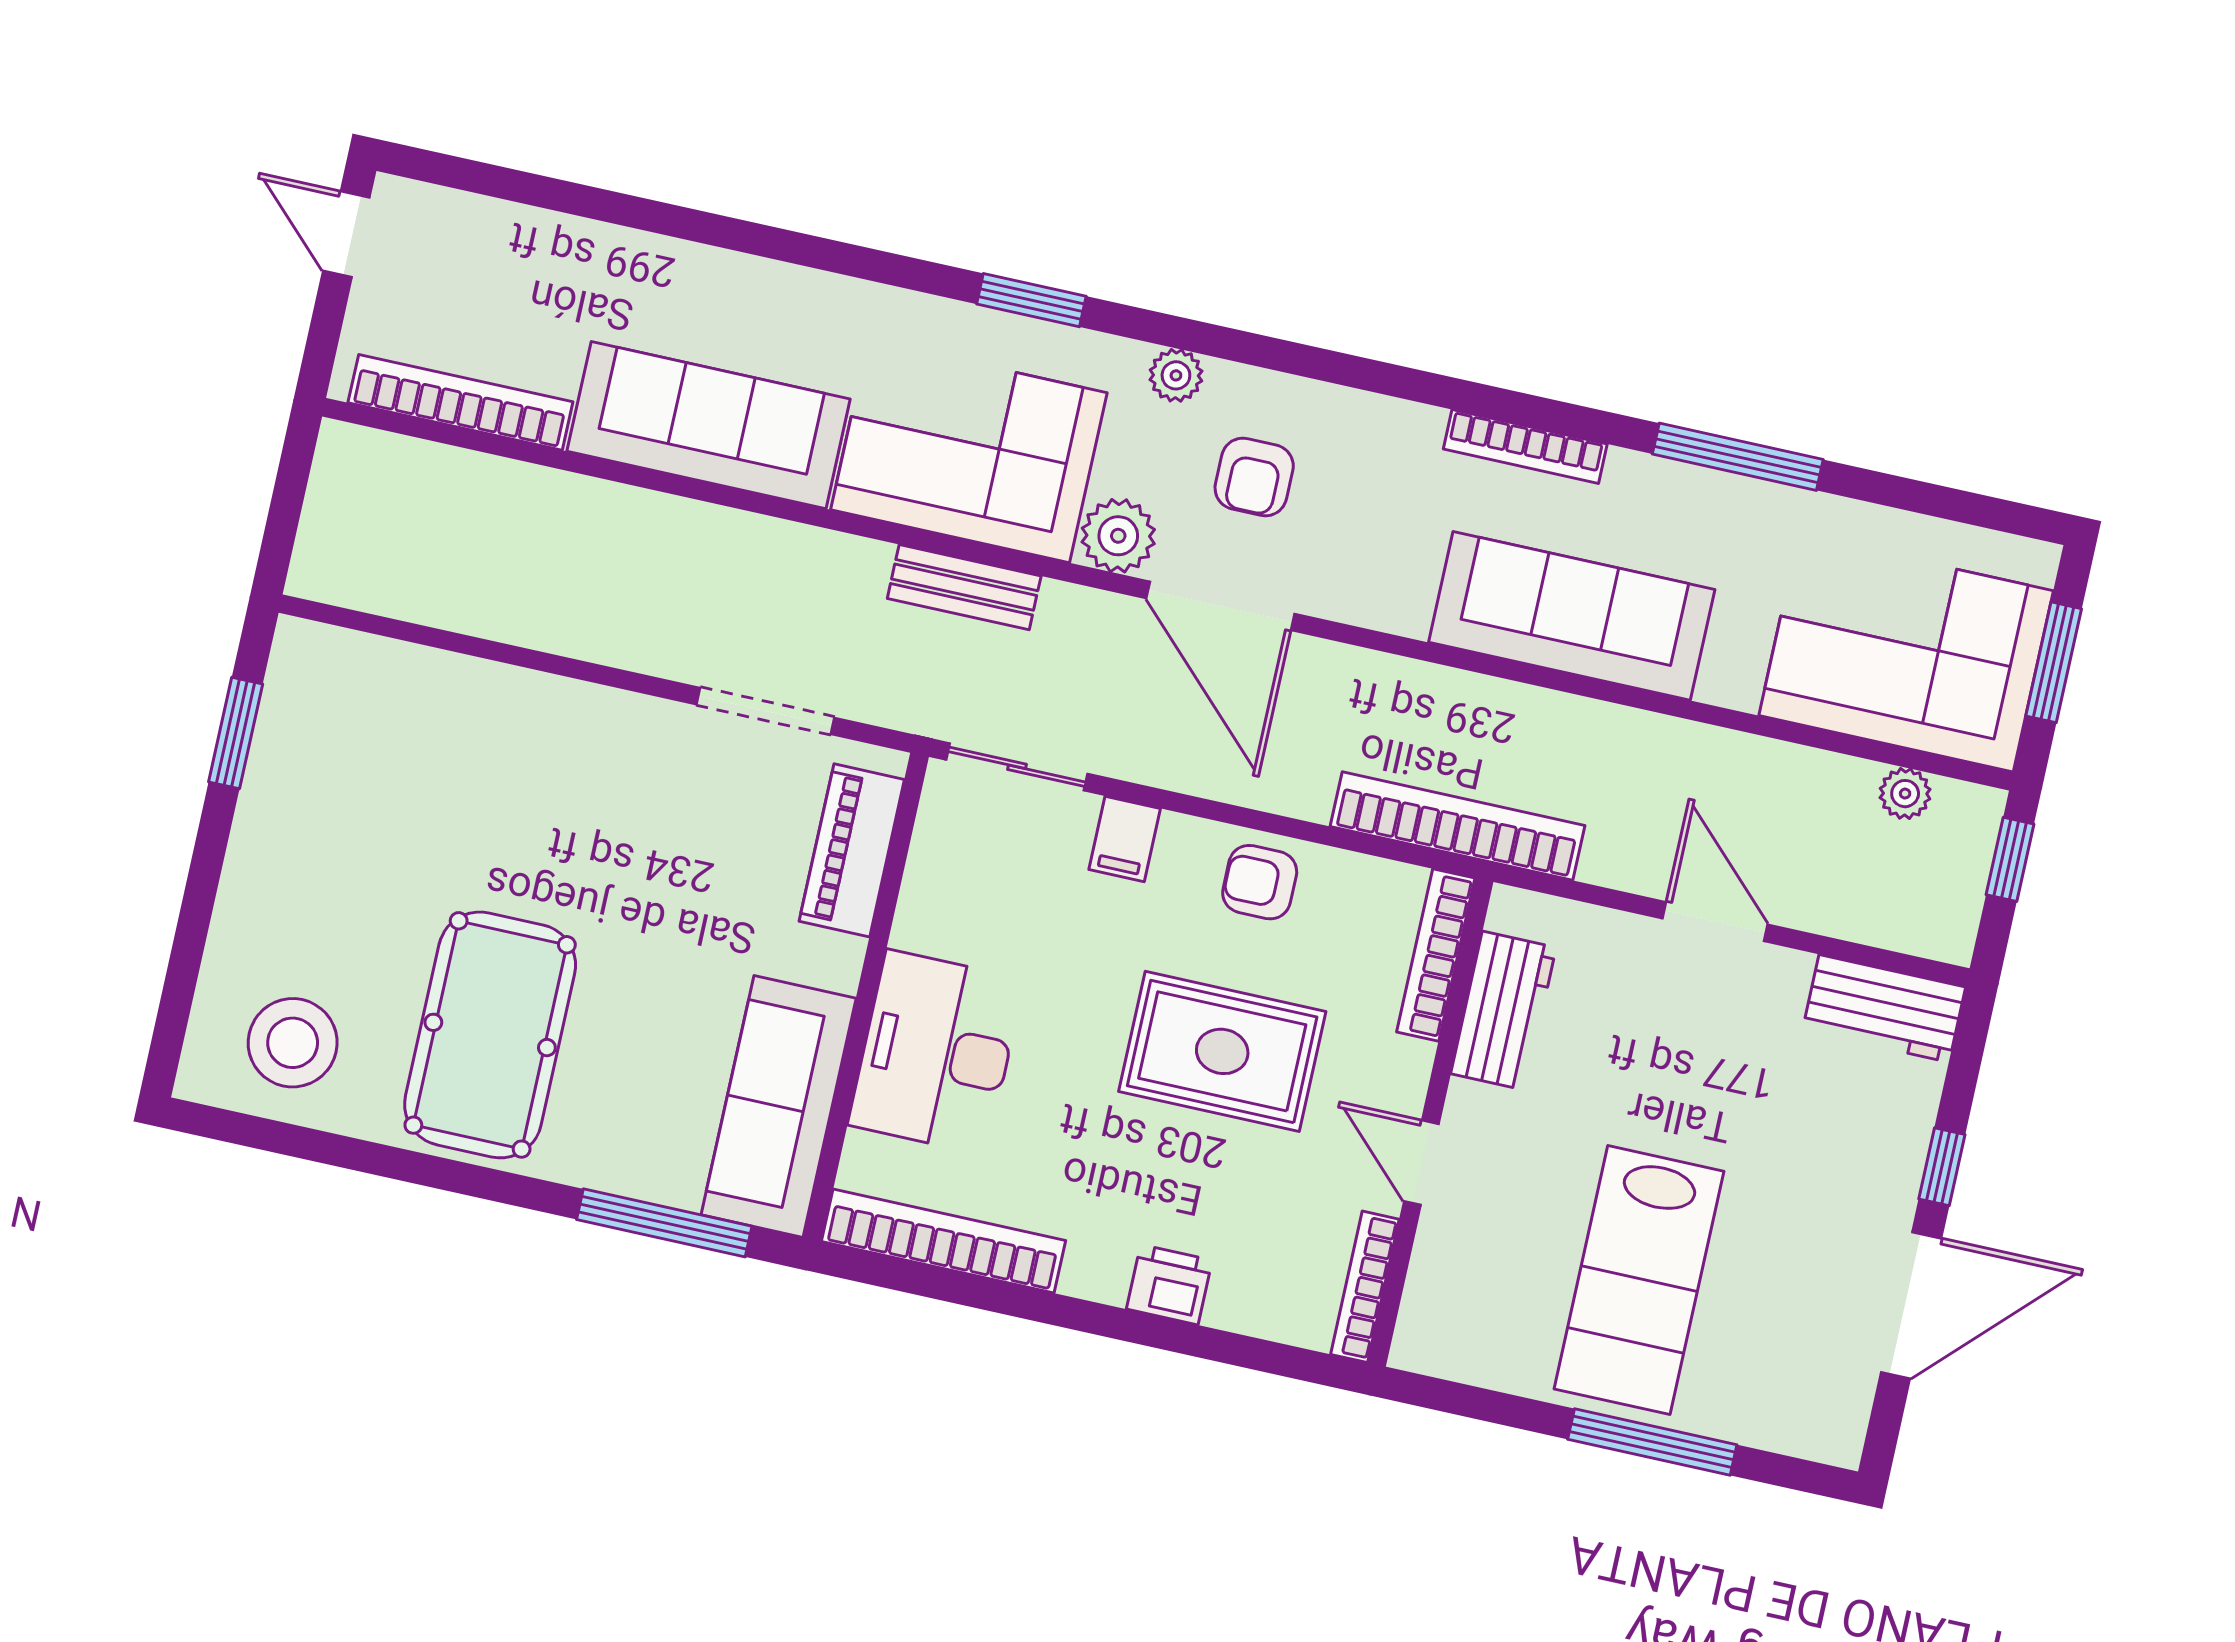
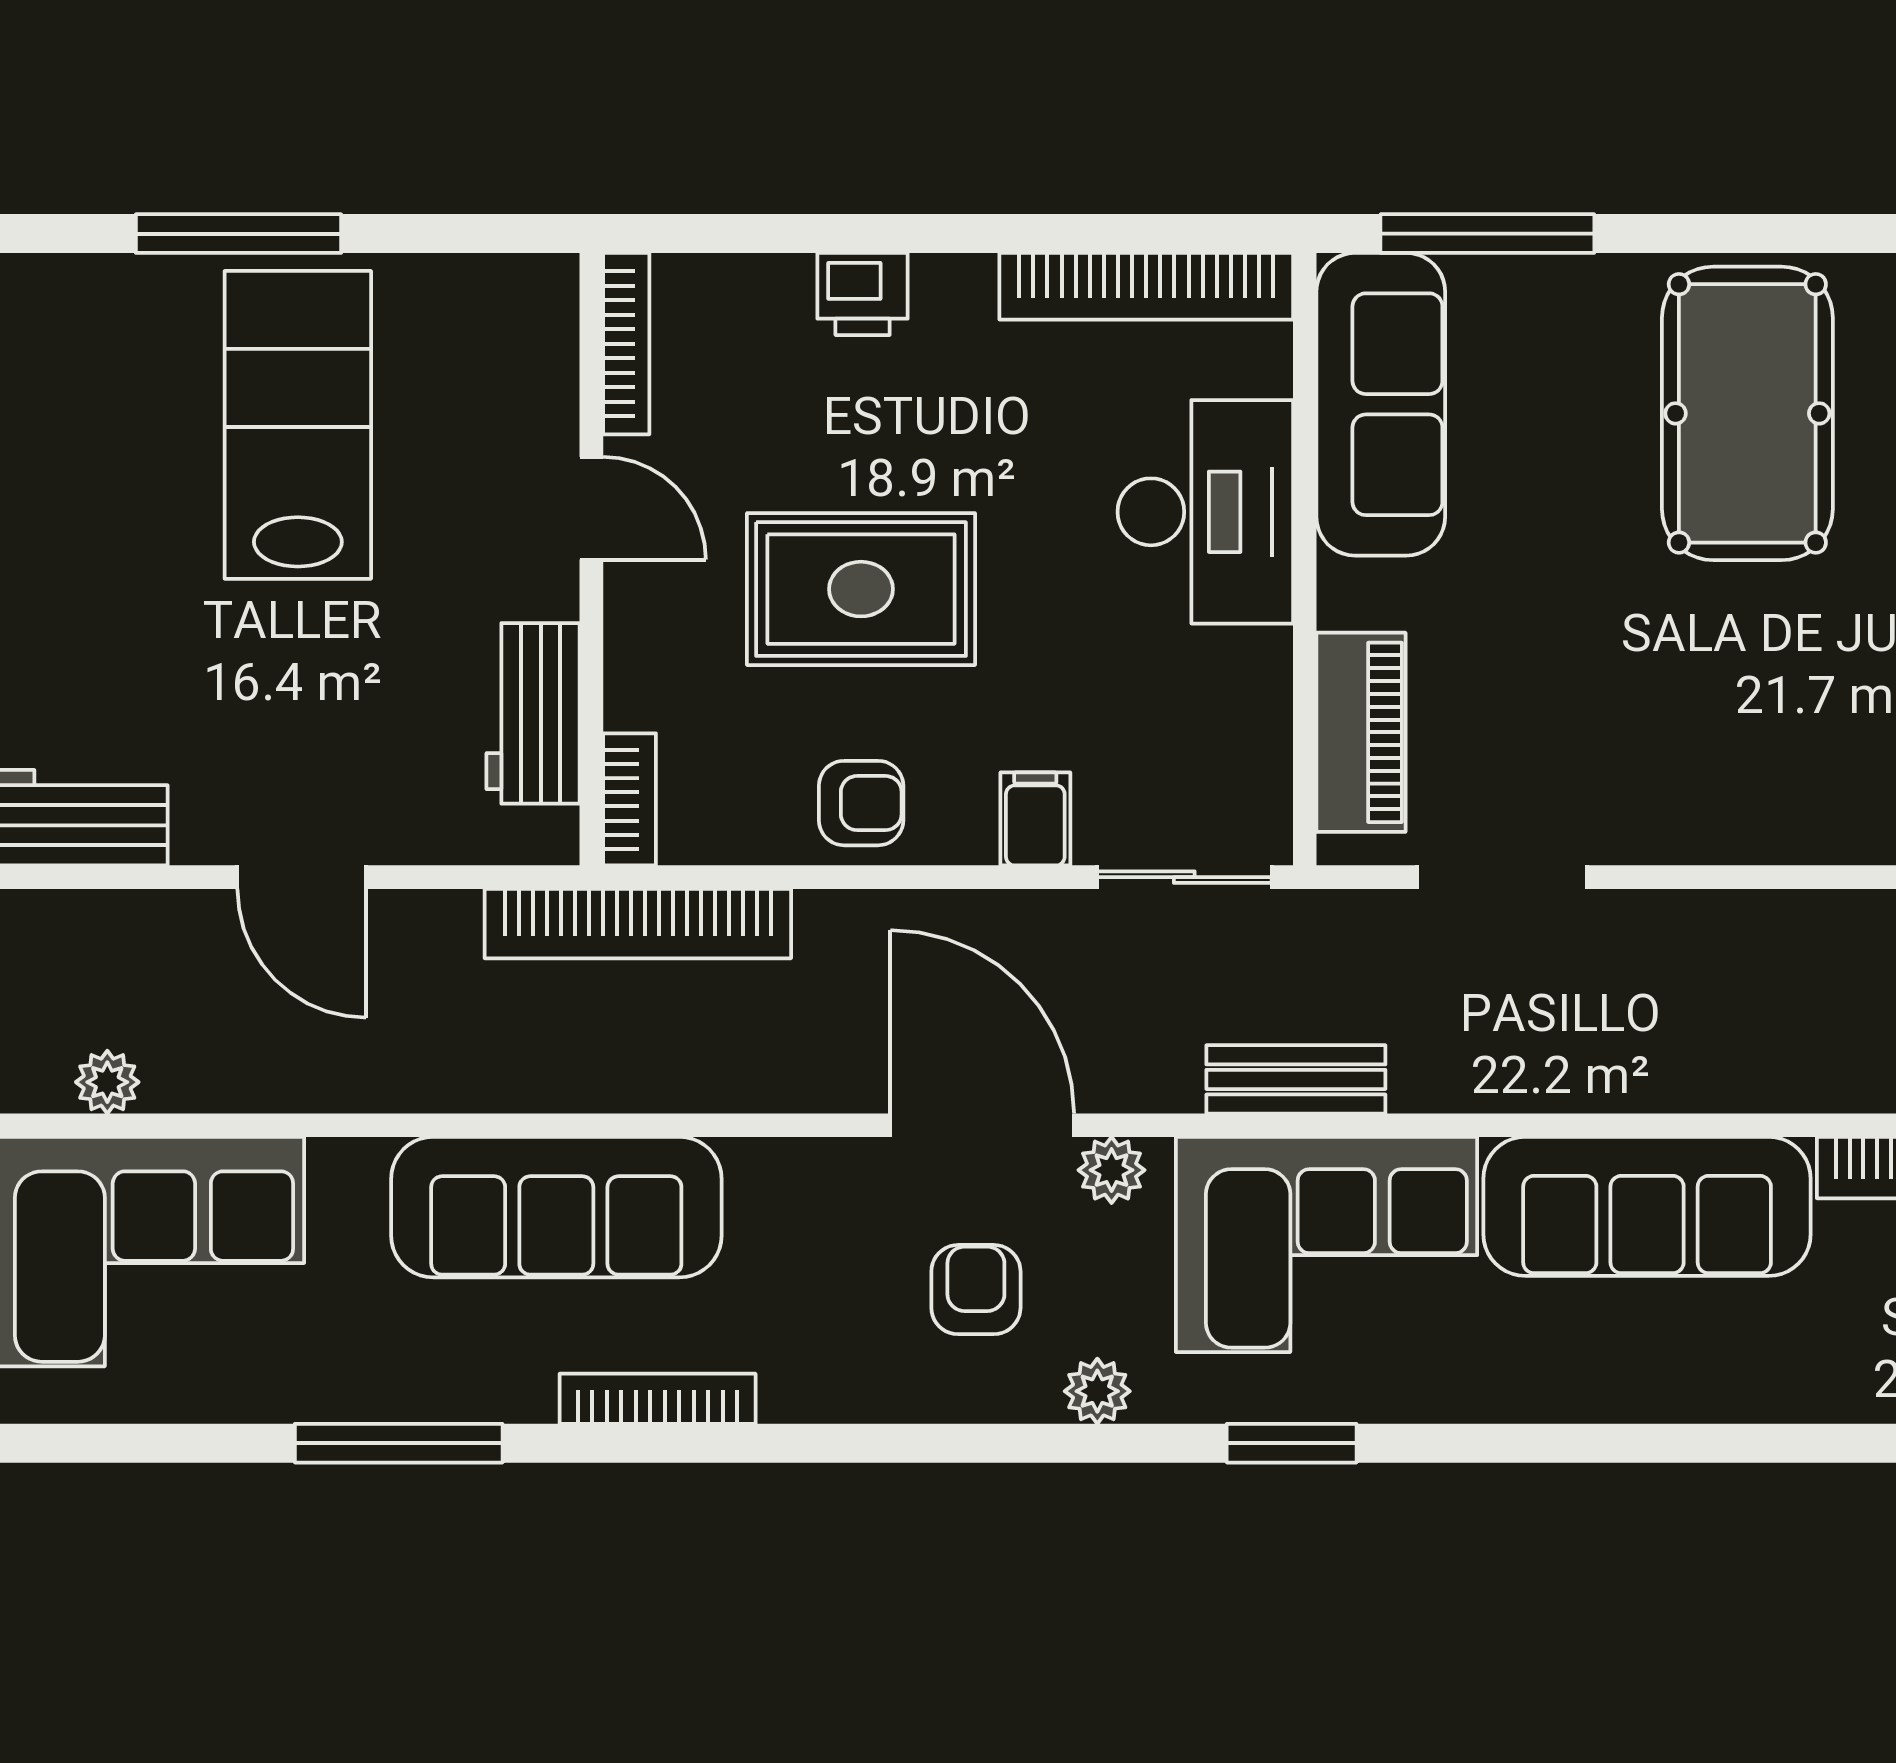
plant: (1118, 536) -> (1112, 1170), width x0.73, depth x0.73
bookcase: (1436, 955) -> (629, 799), width x0.64

